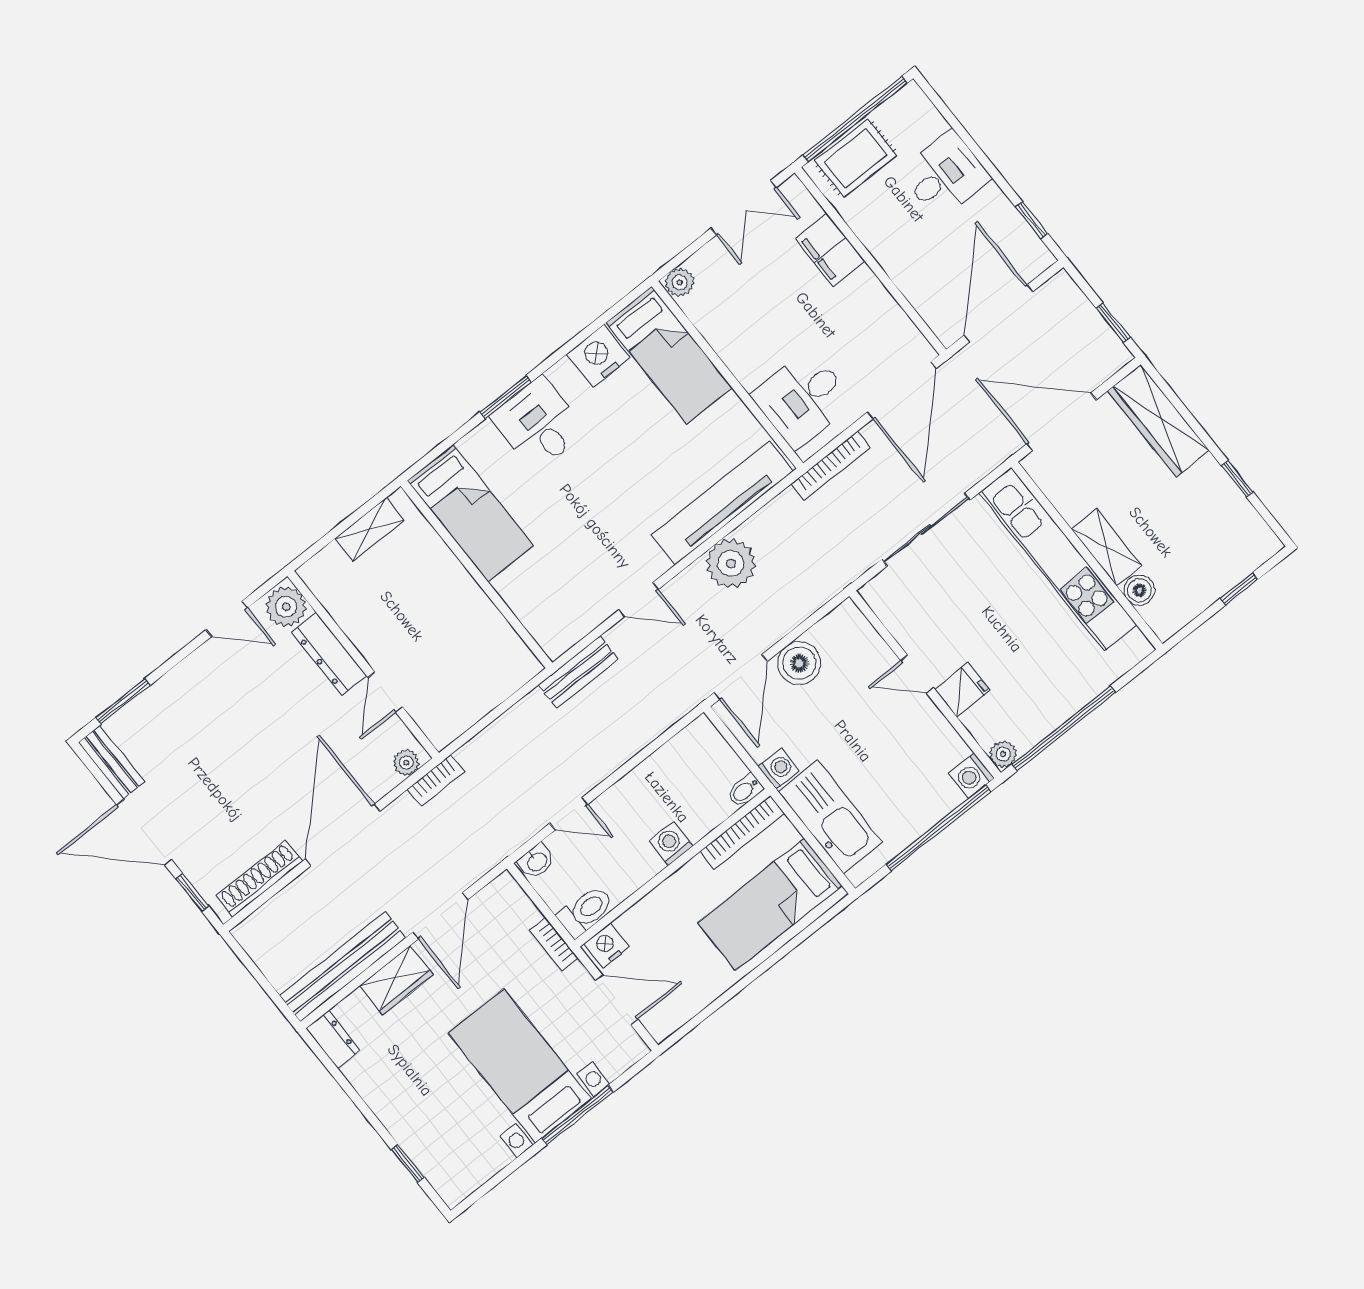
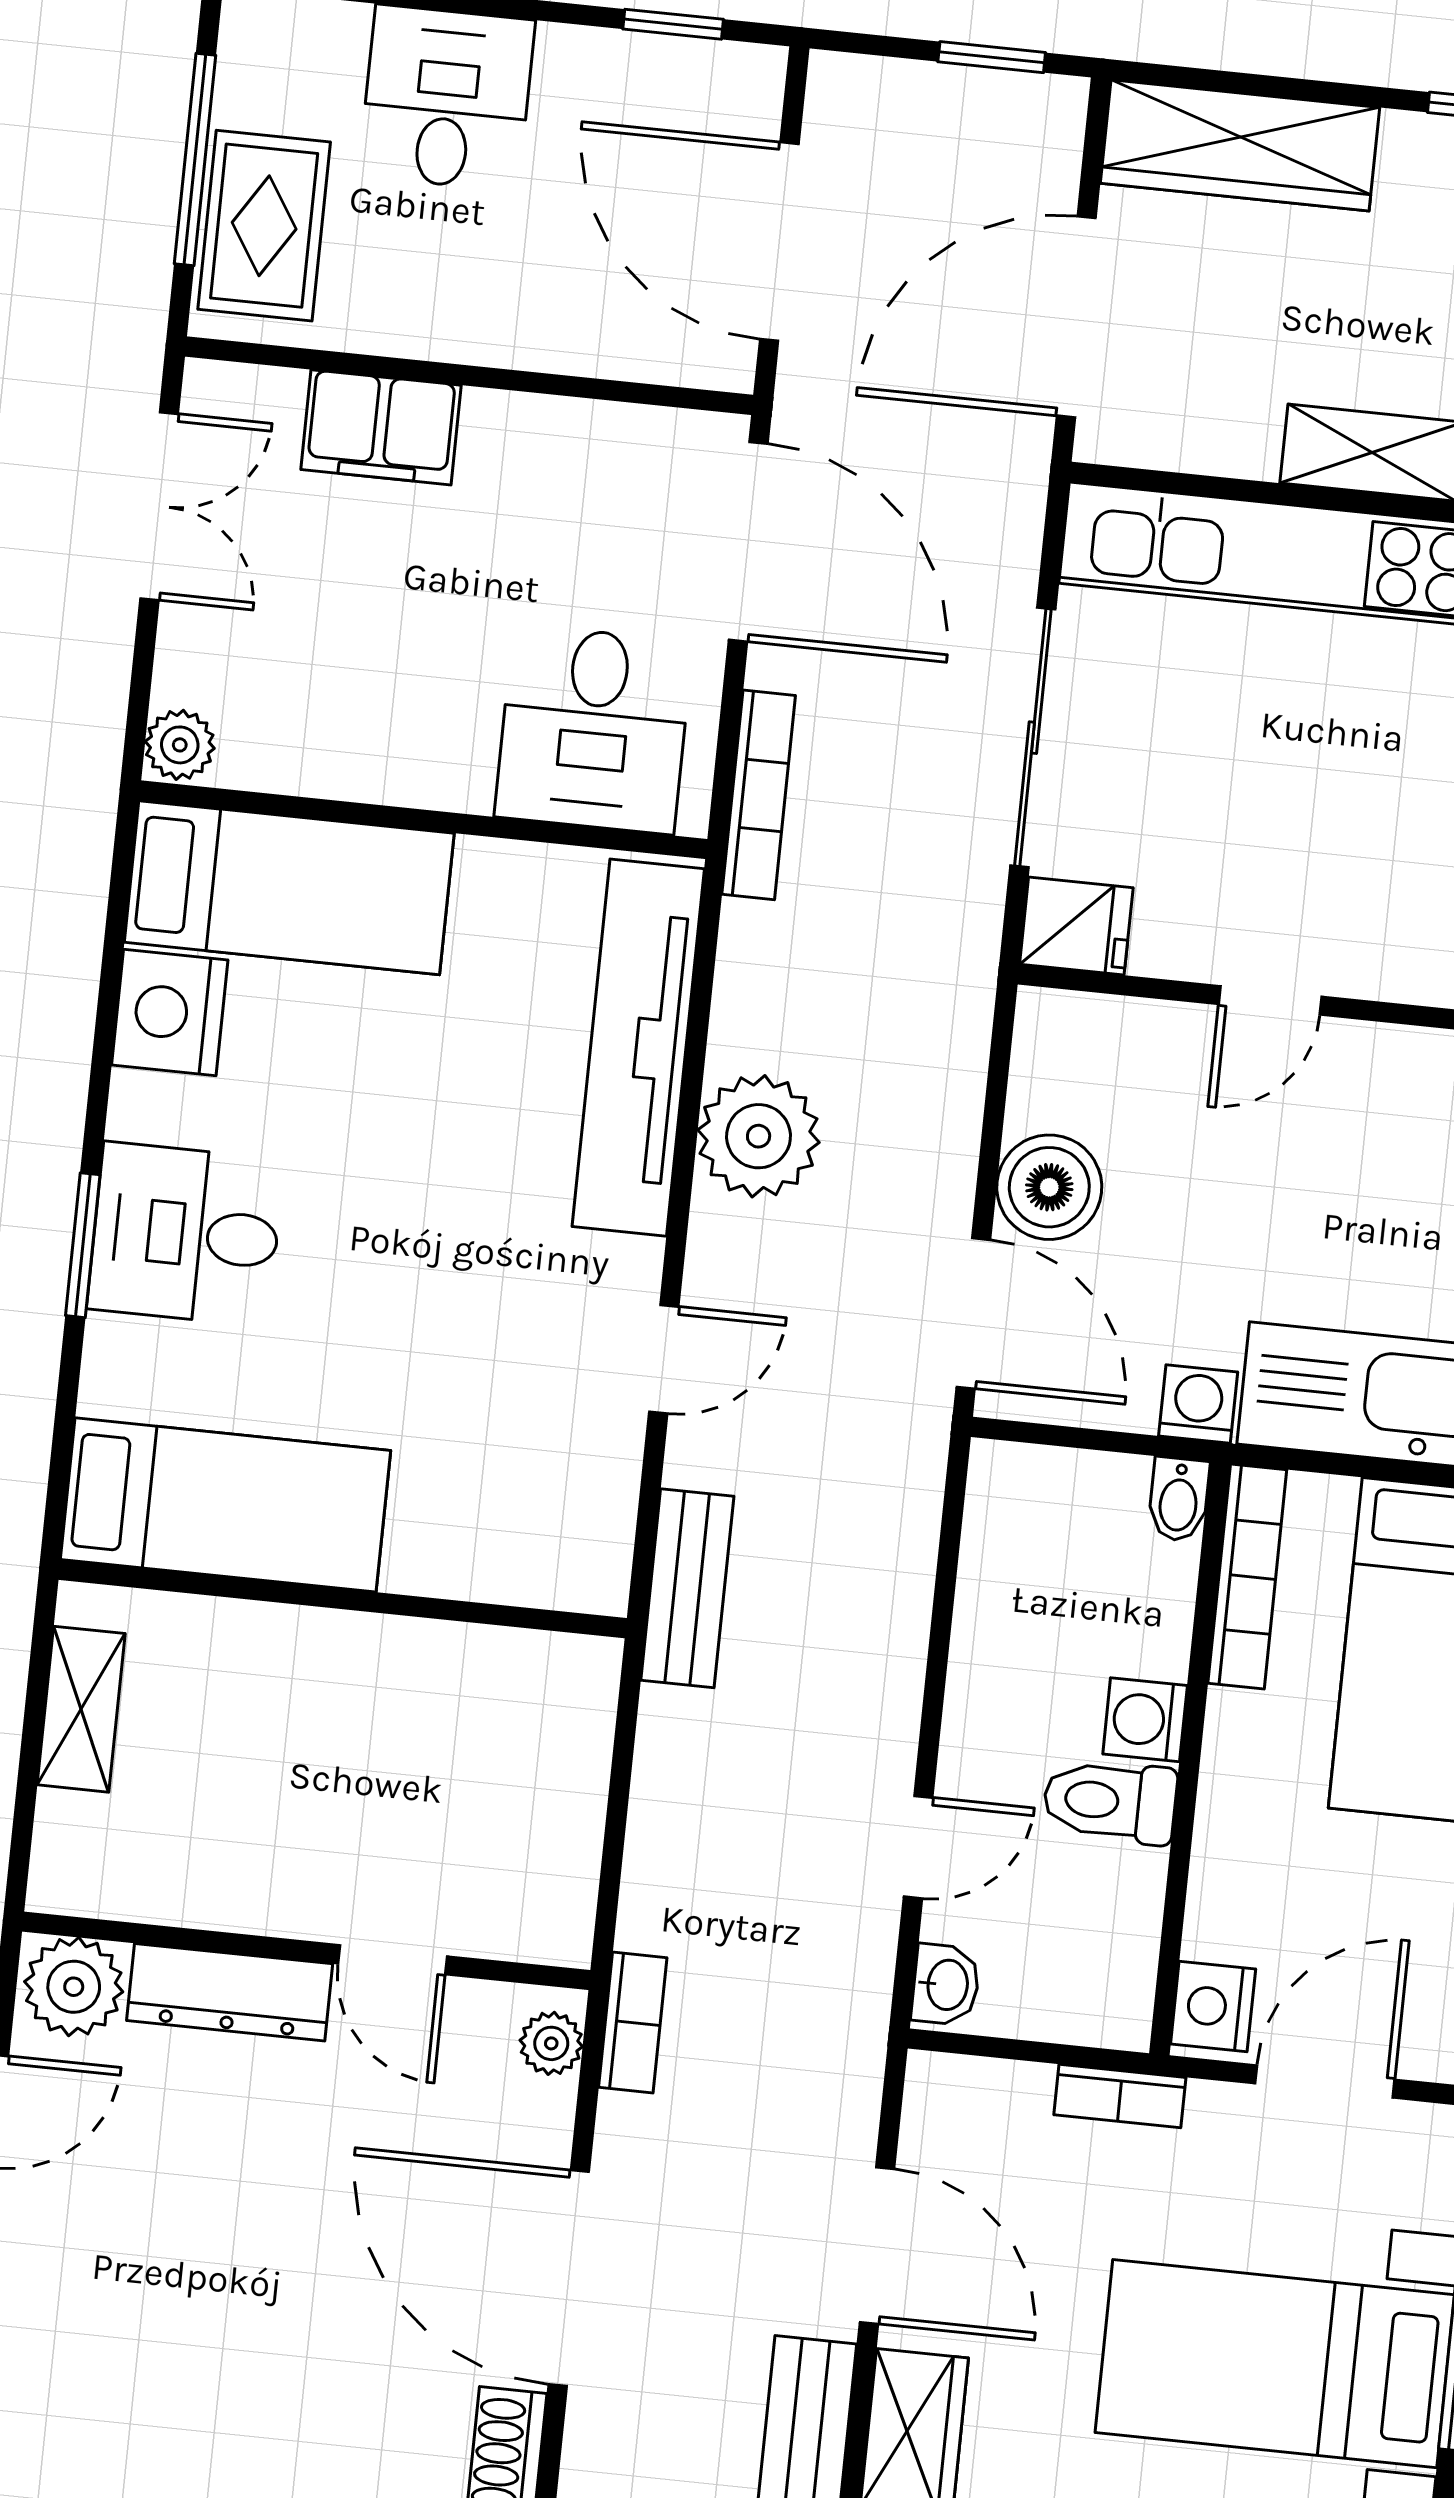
window: (855, 119) -> (195, 160), width x0.68
fridge: (962, 690) -> (1076, 926), moved, turned 90
toilet: (585, 911) -> (1110, 1801), moved, turned -90

